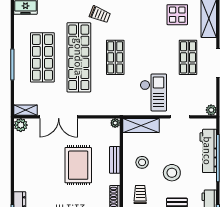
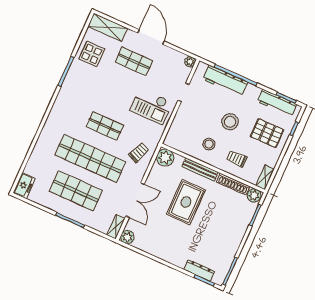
trolley: (100, 14) -> (139, 153), moved
checkout: (153, 92) -> (151, 106), turned 180
plant: (115, 123) -> (165, 158), width x1.87, depth x1.87
shelving: (141, 126) -> (176, 130), removed
bench: (115, 160) -> (200, 169), width x1.36
rug: (78, 165) -> (186, 202), turned 90

